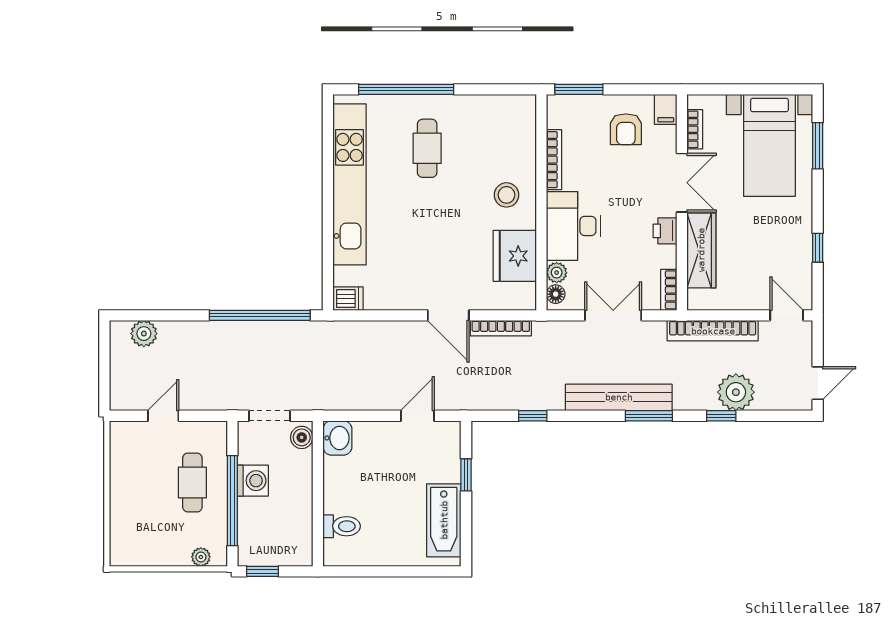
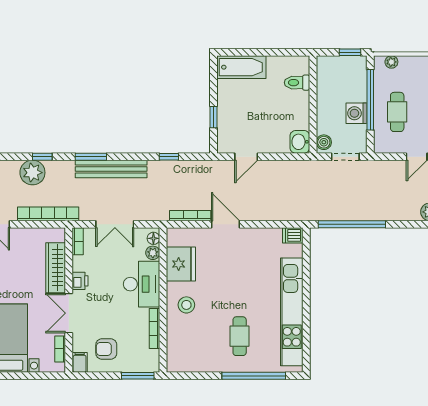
armchair: (626, 129) -> (106, 349), turned -90
bathtub: (444, 520) -> (241, 67), moved, turned 90

